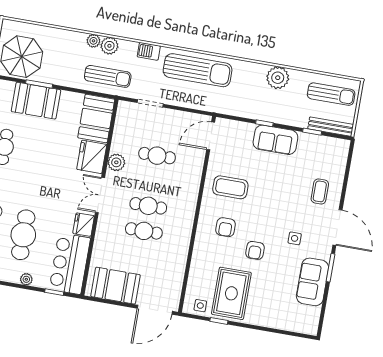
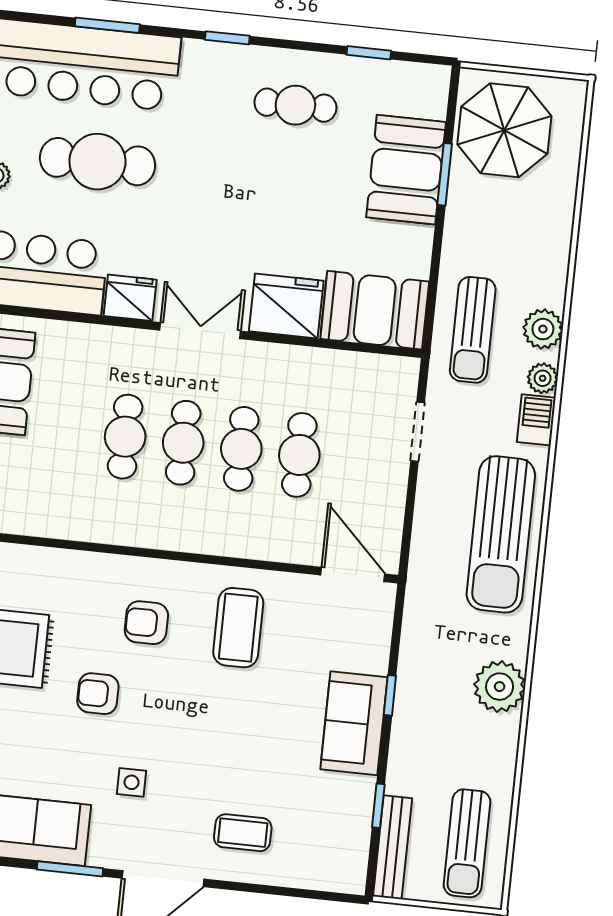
plant: (93, 41) -> (543, 378), moved
plant: (278, 78) -> (500, 687), moved
plant: (116, 162) -> (278, 363), removed
cafe table: (153, 181) -> (241, 449), added

